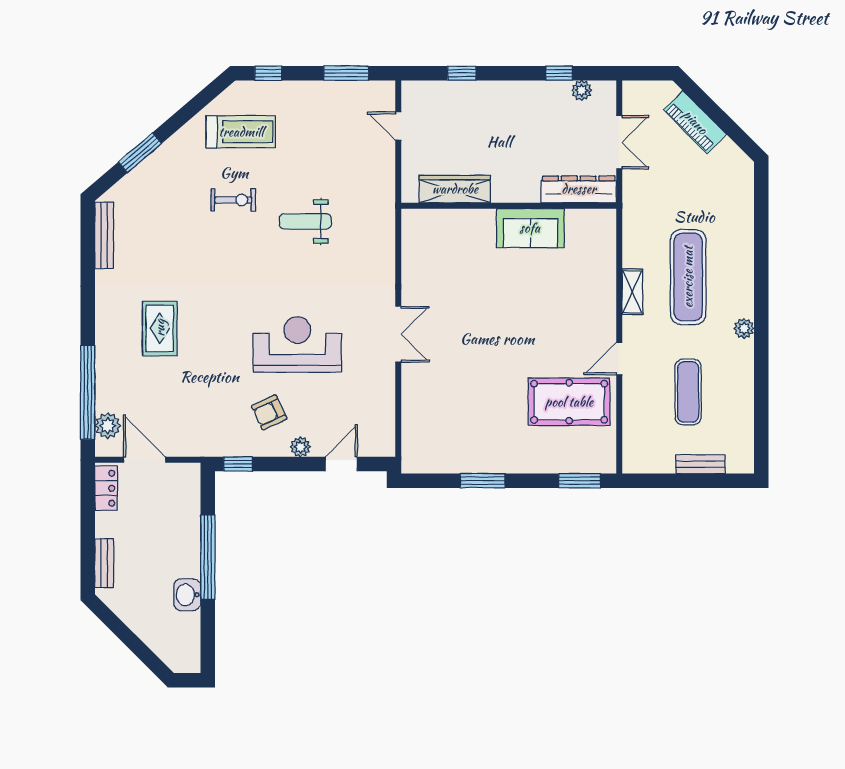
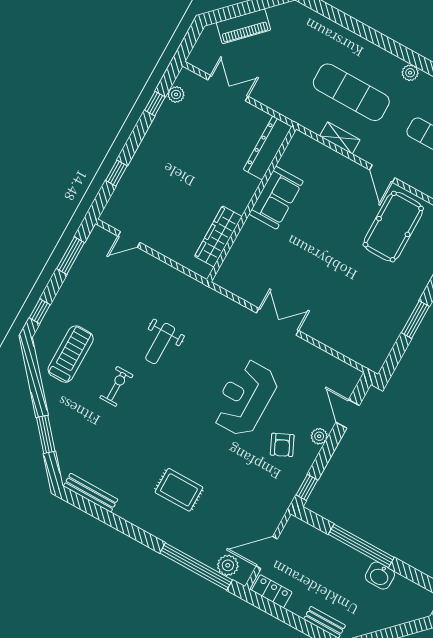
wardrobe: (455, 189) -> (218, 236), moved
dresser: (579, 189) -> (268, 148), moved
wall: (509, 206) -> (252, 204), moved
sofa: (530, 228) -> (276, 198), moved

